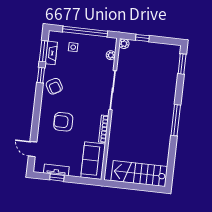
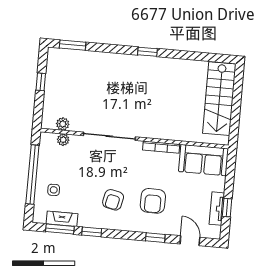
window: (142, 38) -> (41, 82), moved
plant: (124, 44) -> (63, 124), moved
armchair: (54, 86) -> (113, 200), moved, turned 131
window: (176, 120) -> (147, 52), width x0.46
window: (35, 123) -> (155, 238), added
door: (33, 149) -> (190, 241), swing flipped

